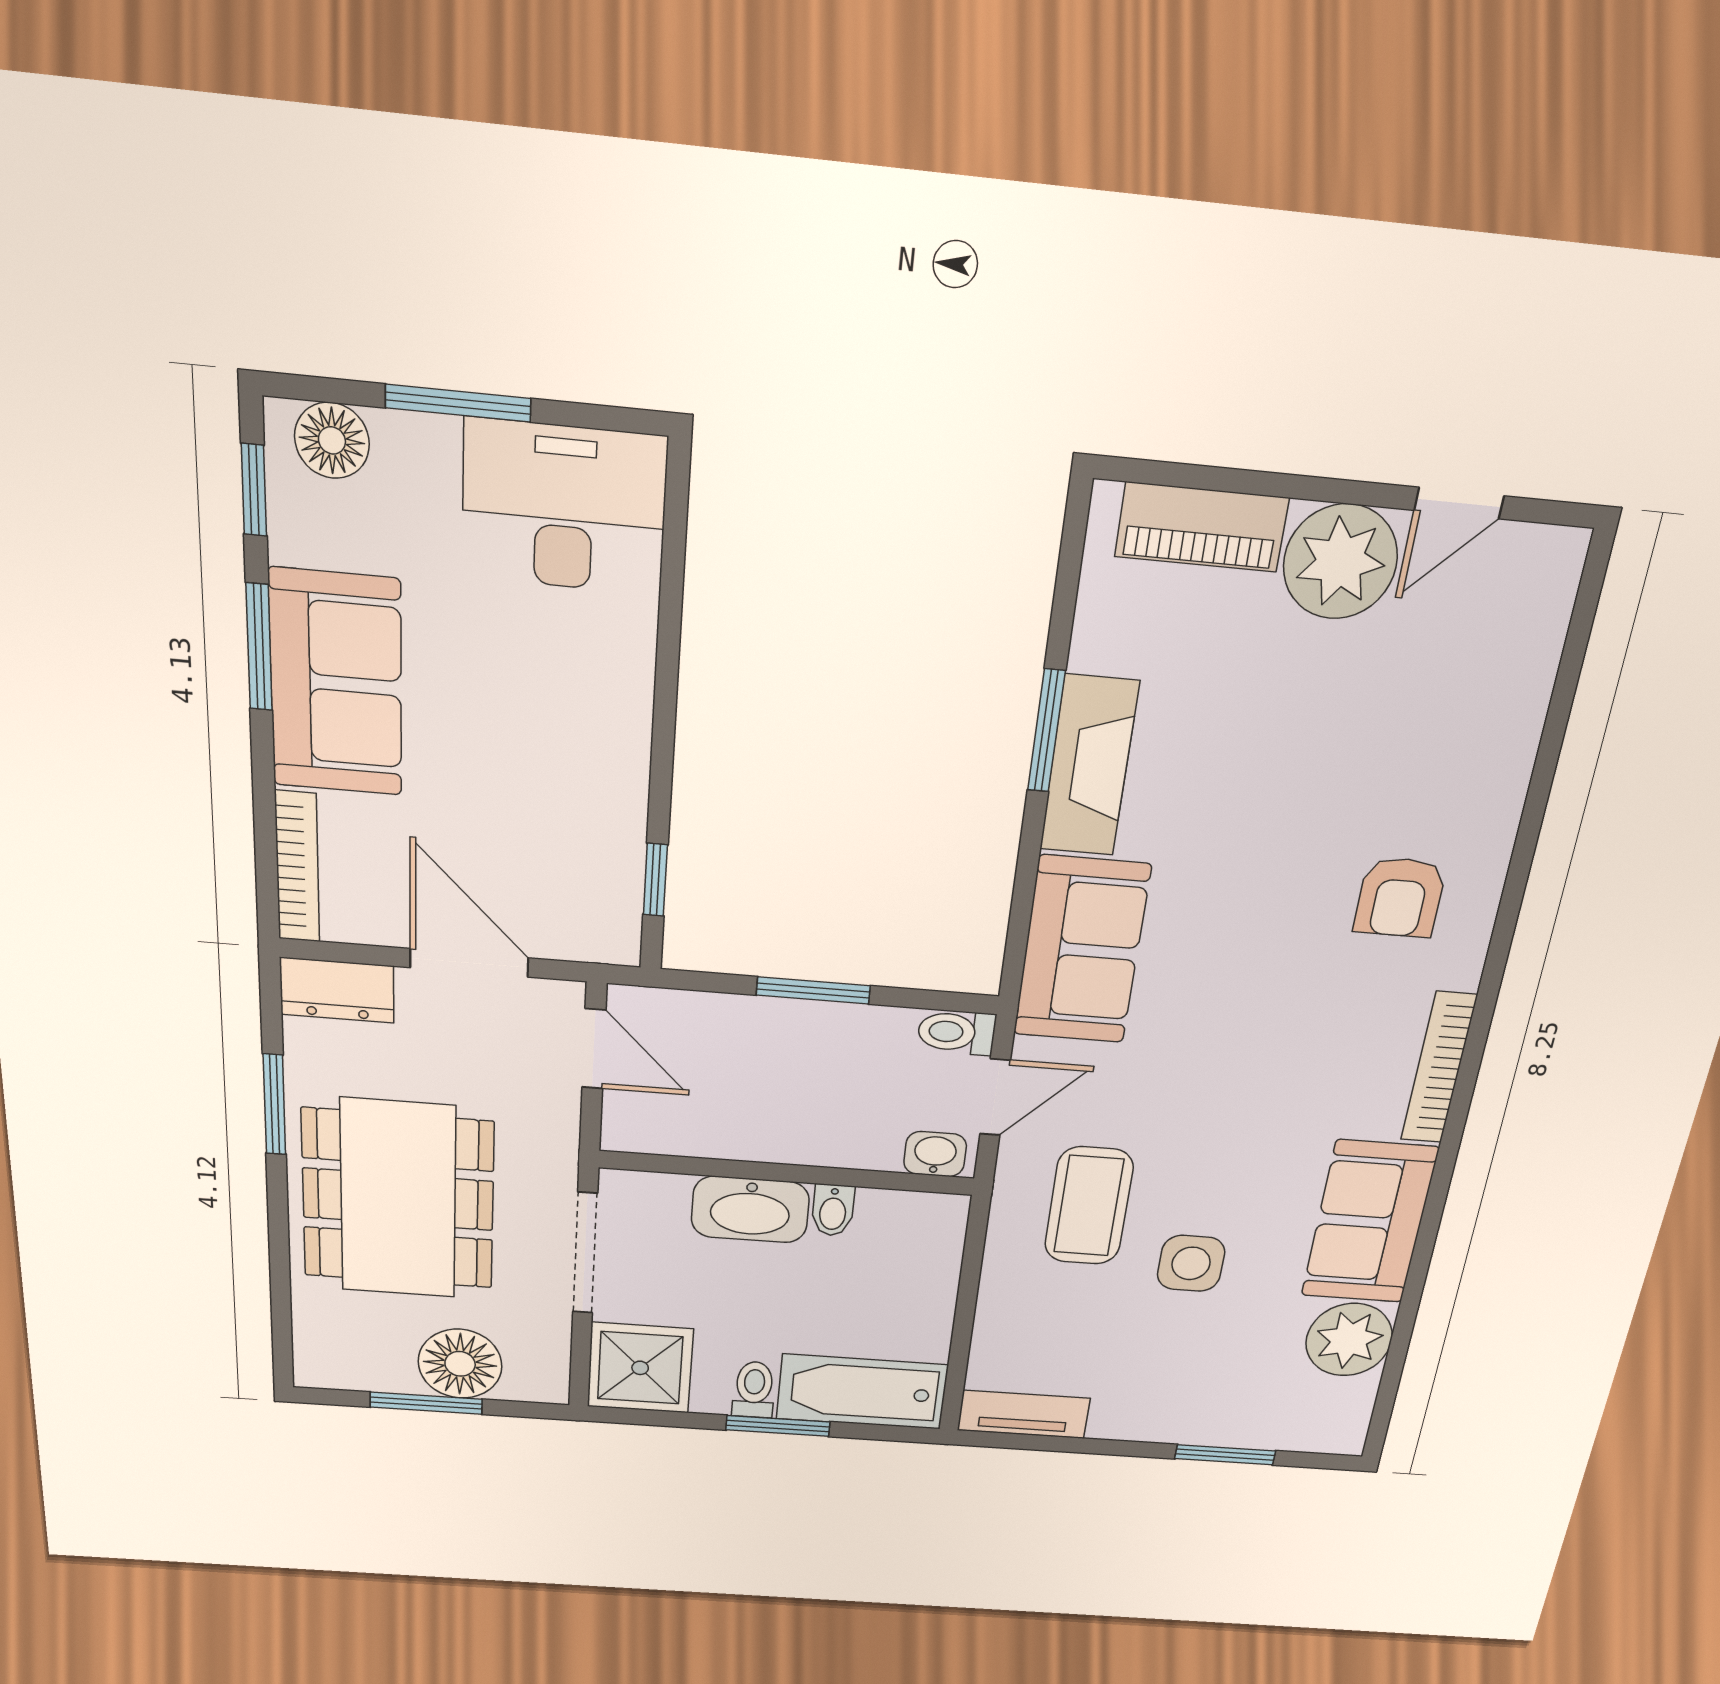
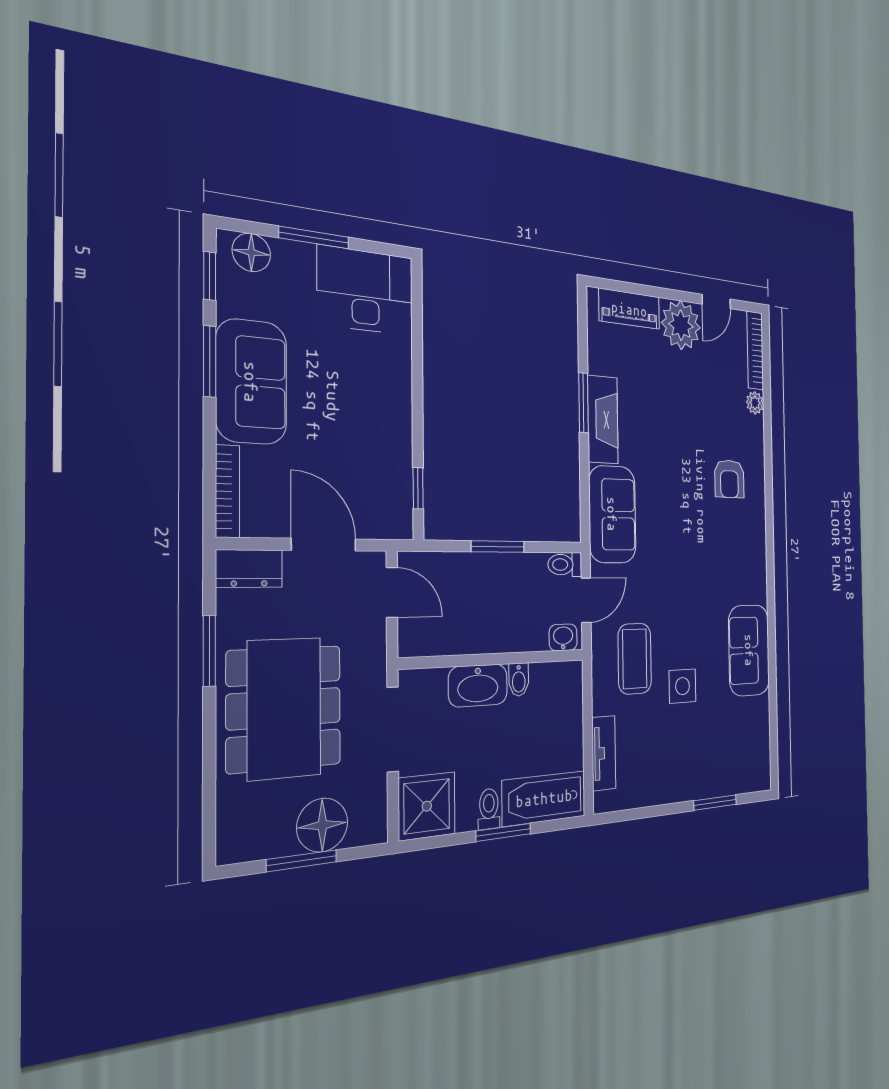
bookcase: (1439, 1068) -> (755, 350), moved
plant: (1349, 1340) -> (755, 403), moved, width x0.53, depth x0.53
tv unit: (1024, 1414) -> (604, 753), moved, turned 90

